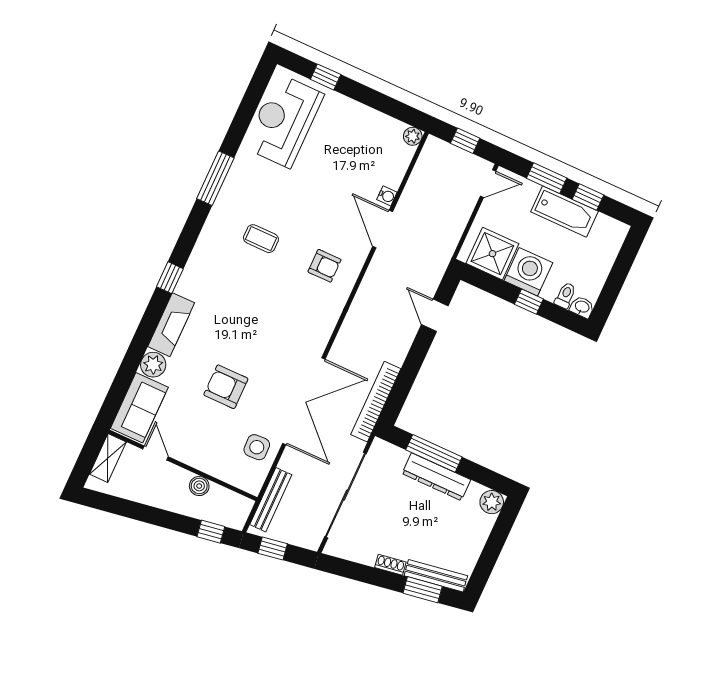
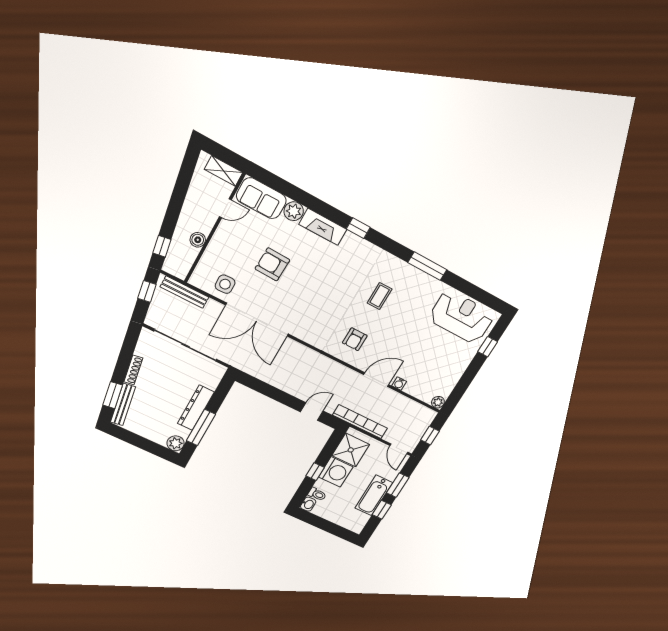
armchair: (226, 387) -> (272, 264), turned -88
bookcase: (376, 402) -> (360, 422), moved
window: (434, 453) -> (201, 427), moved
shoe rack: (390, 565) -> (133, 370), width x1.43

